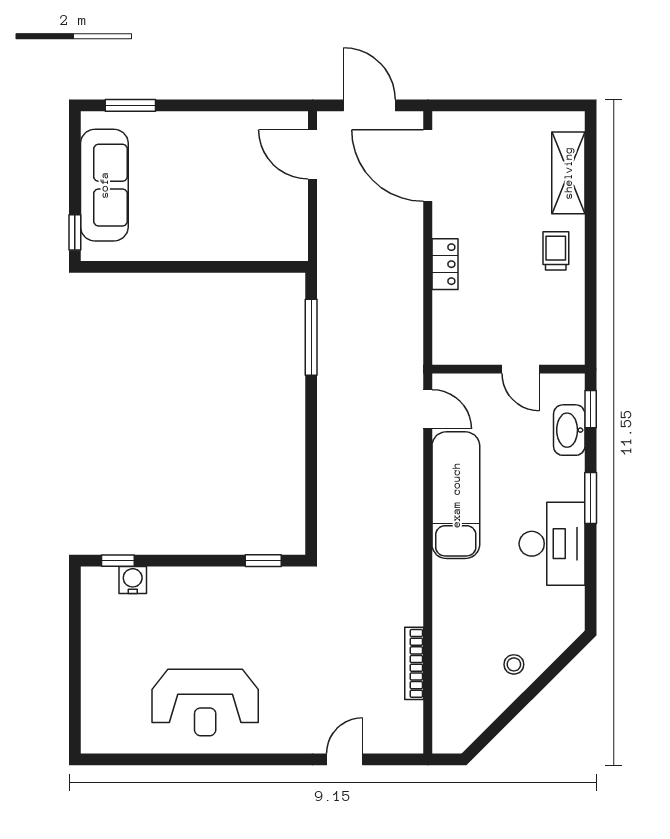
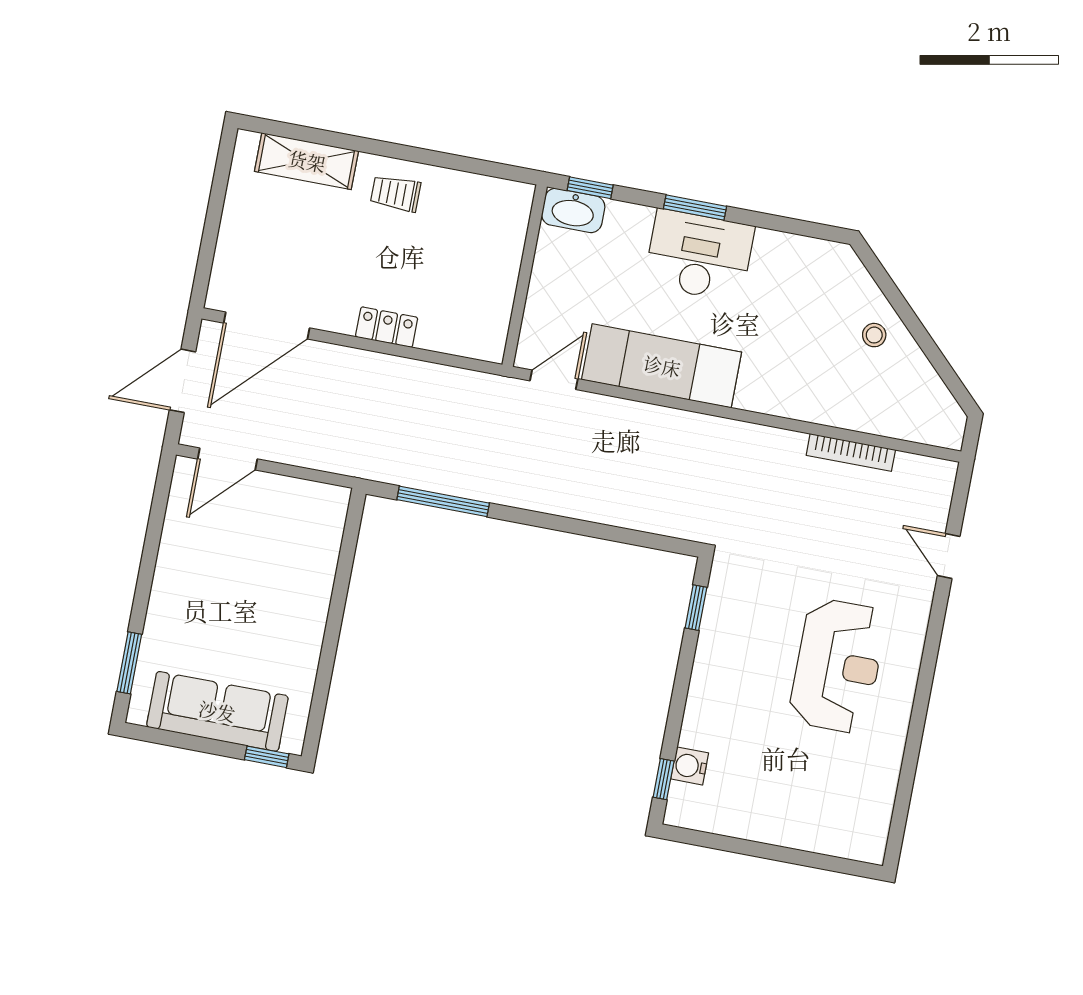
door: (520, 369) -> (527, 261), removed
washbasin: (569, 430) -> (573, 211), moved
desk: (552, 544) -> (699, 255), moved
reception desk: (205, 702) -> (838, 666), moved

